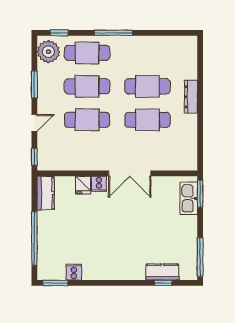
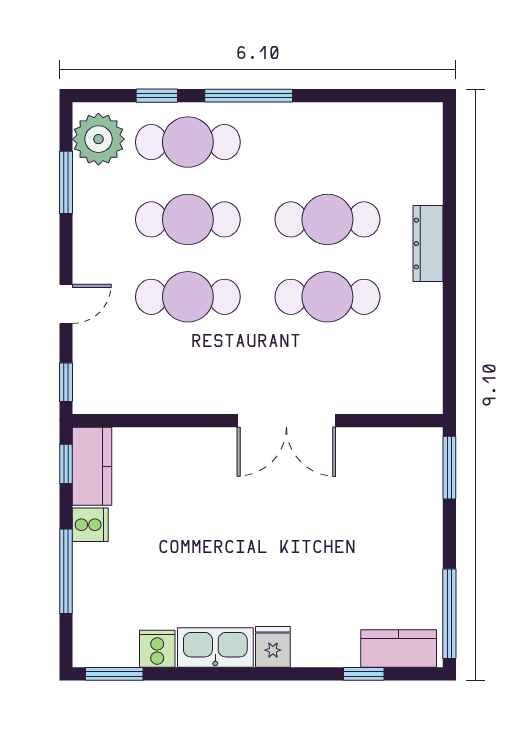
window: (59, 33) -> (157, 96), moved
window: (34, 84) -> (66, 182), moved
cooker: (99, 184) -> (90, 525), moved, turned -90
fridge: (83, 185) -> (273, 647), moved, turned 180
window: (34, 192) -> (66, 464), added
kitchen sink: (189, 198) -> (215, 648), moved, turned 90
window: (34, 238) -> (66, 571), width x0.68
kitchen counter: (162, 272) -> (399, 649), moved

